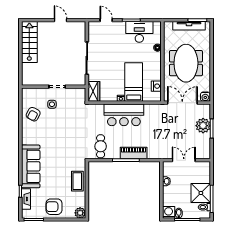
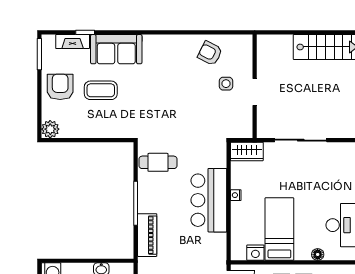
bed: (134, 82) -> (279, 229), moved, turned -90
piano: (134, 153) -> (147, 235), moved
sofa: (31, 166) -> (116, 49), width x0.73
coffee table: (77, 181) -> (101, 90), moved

